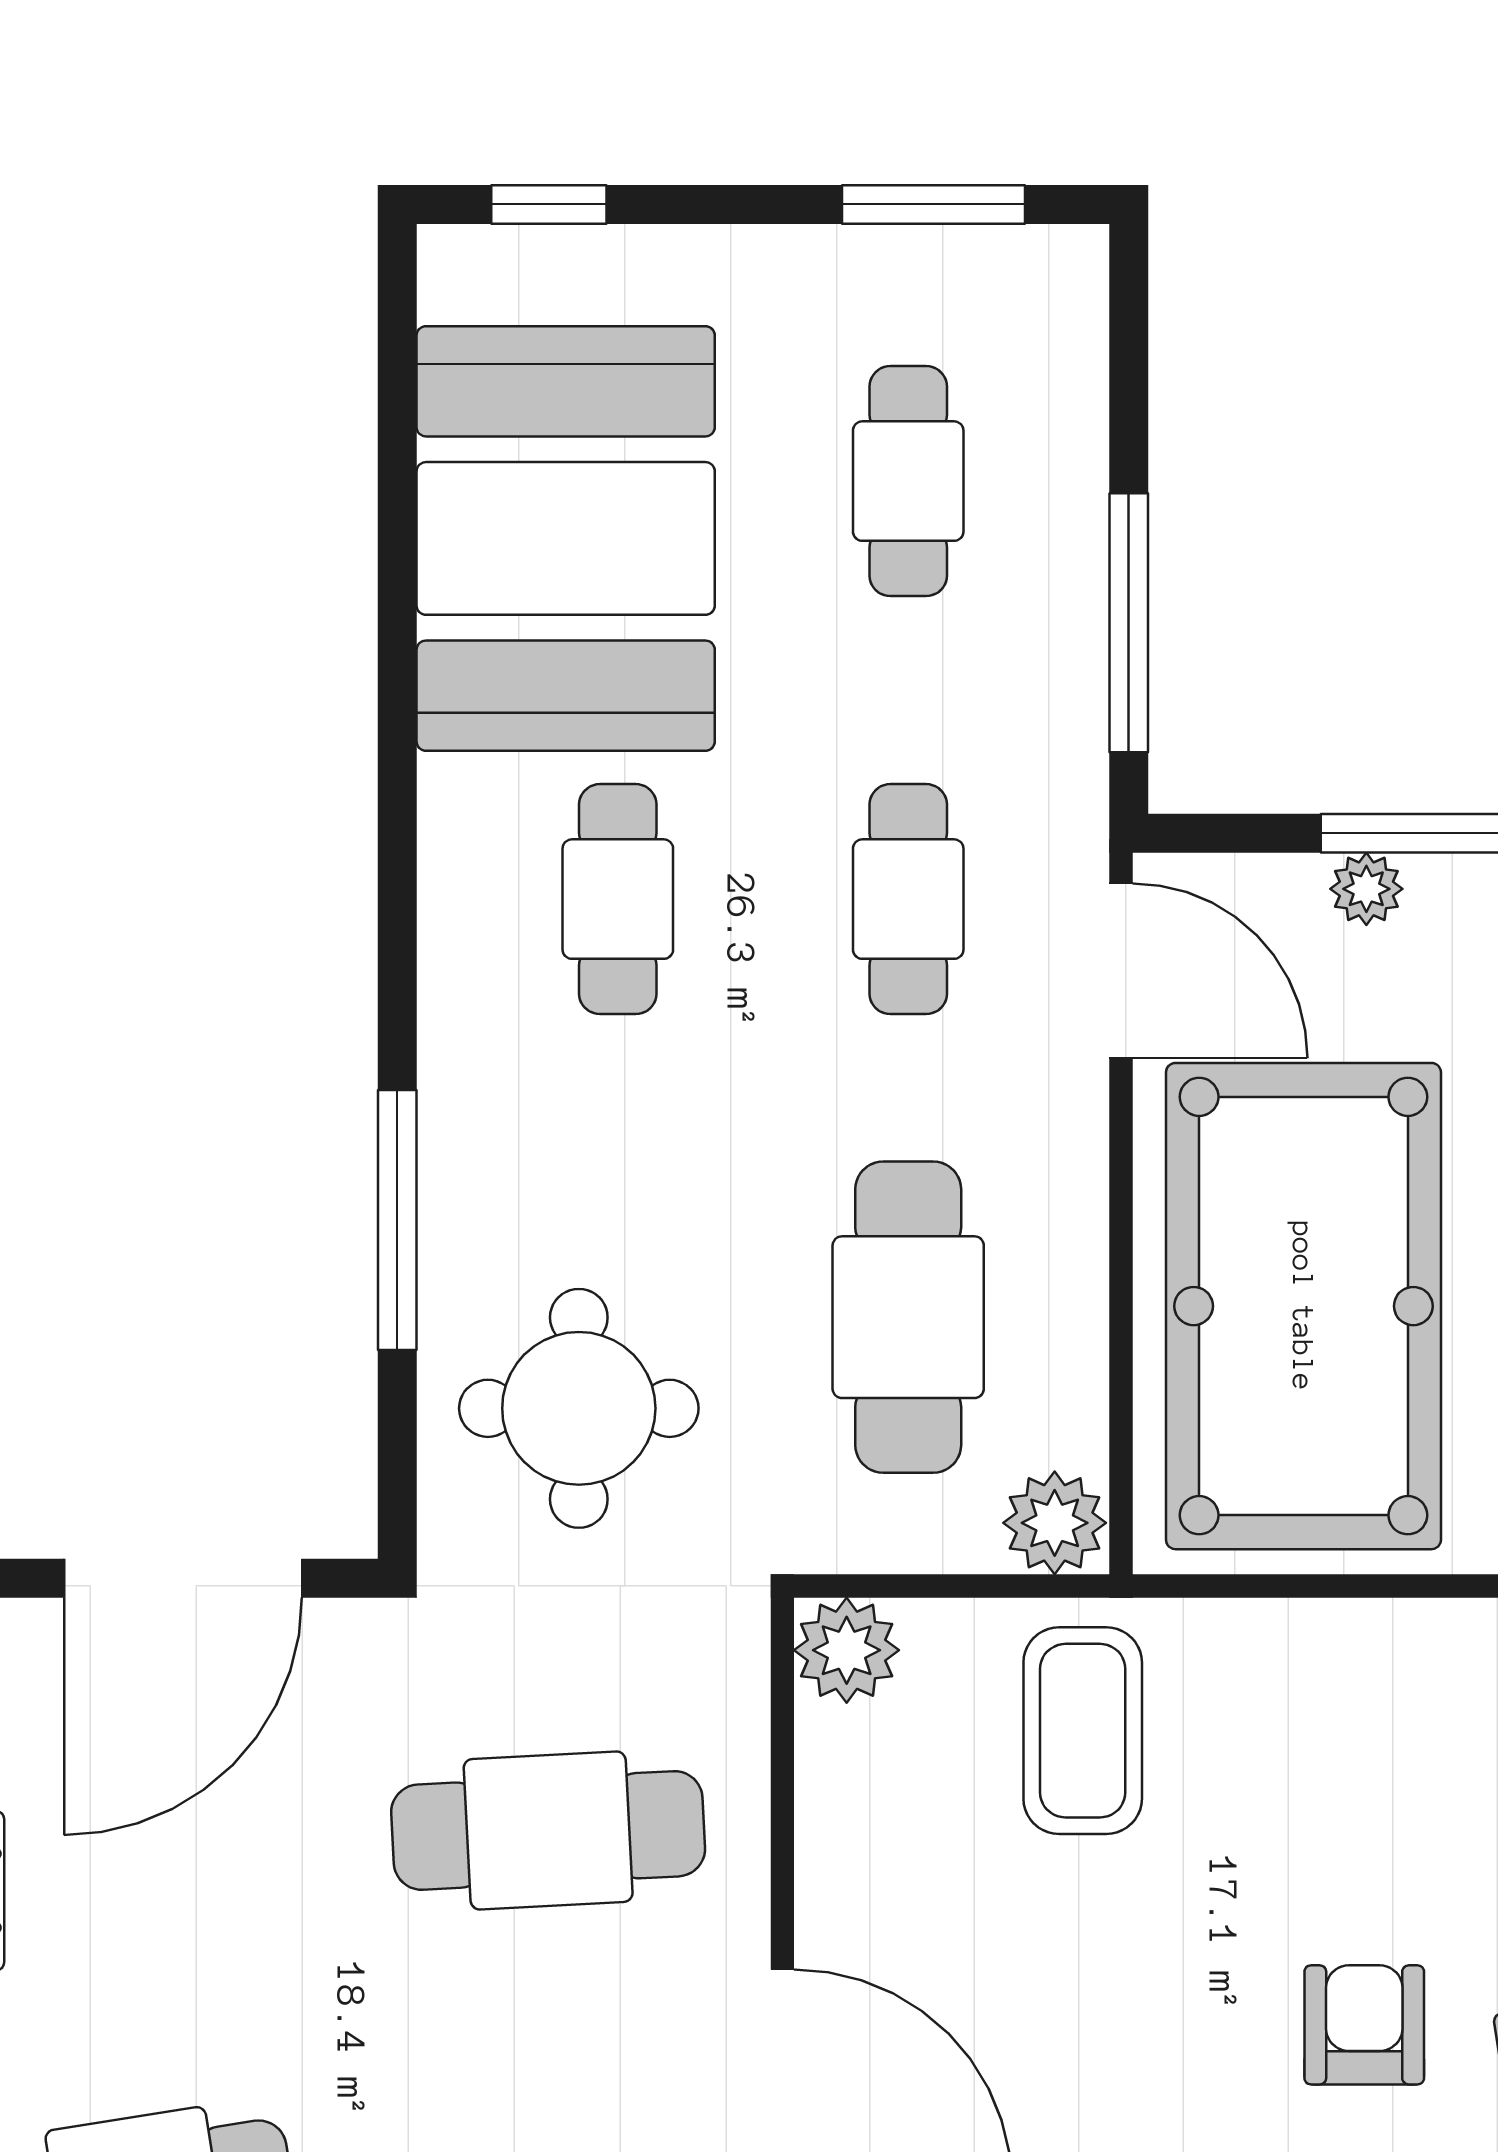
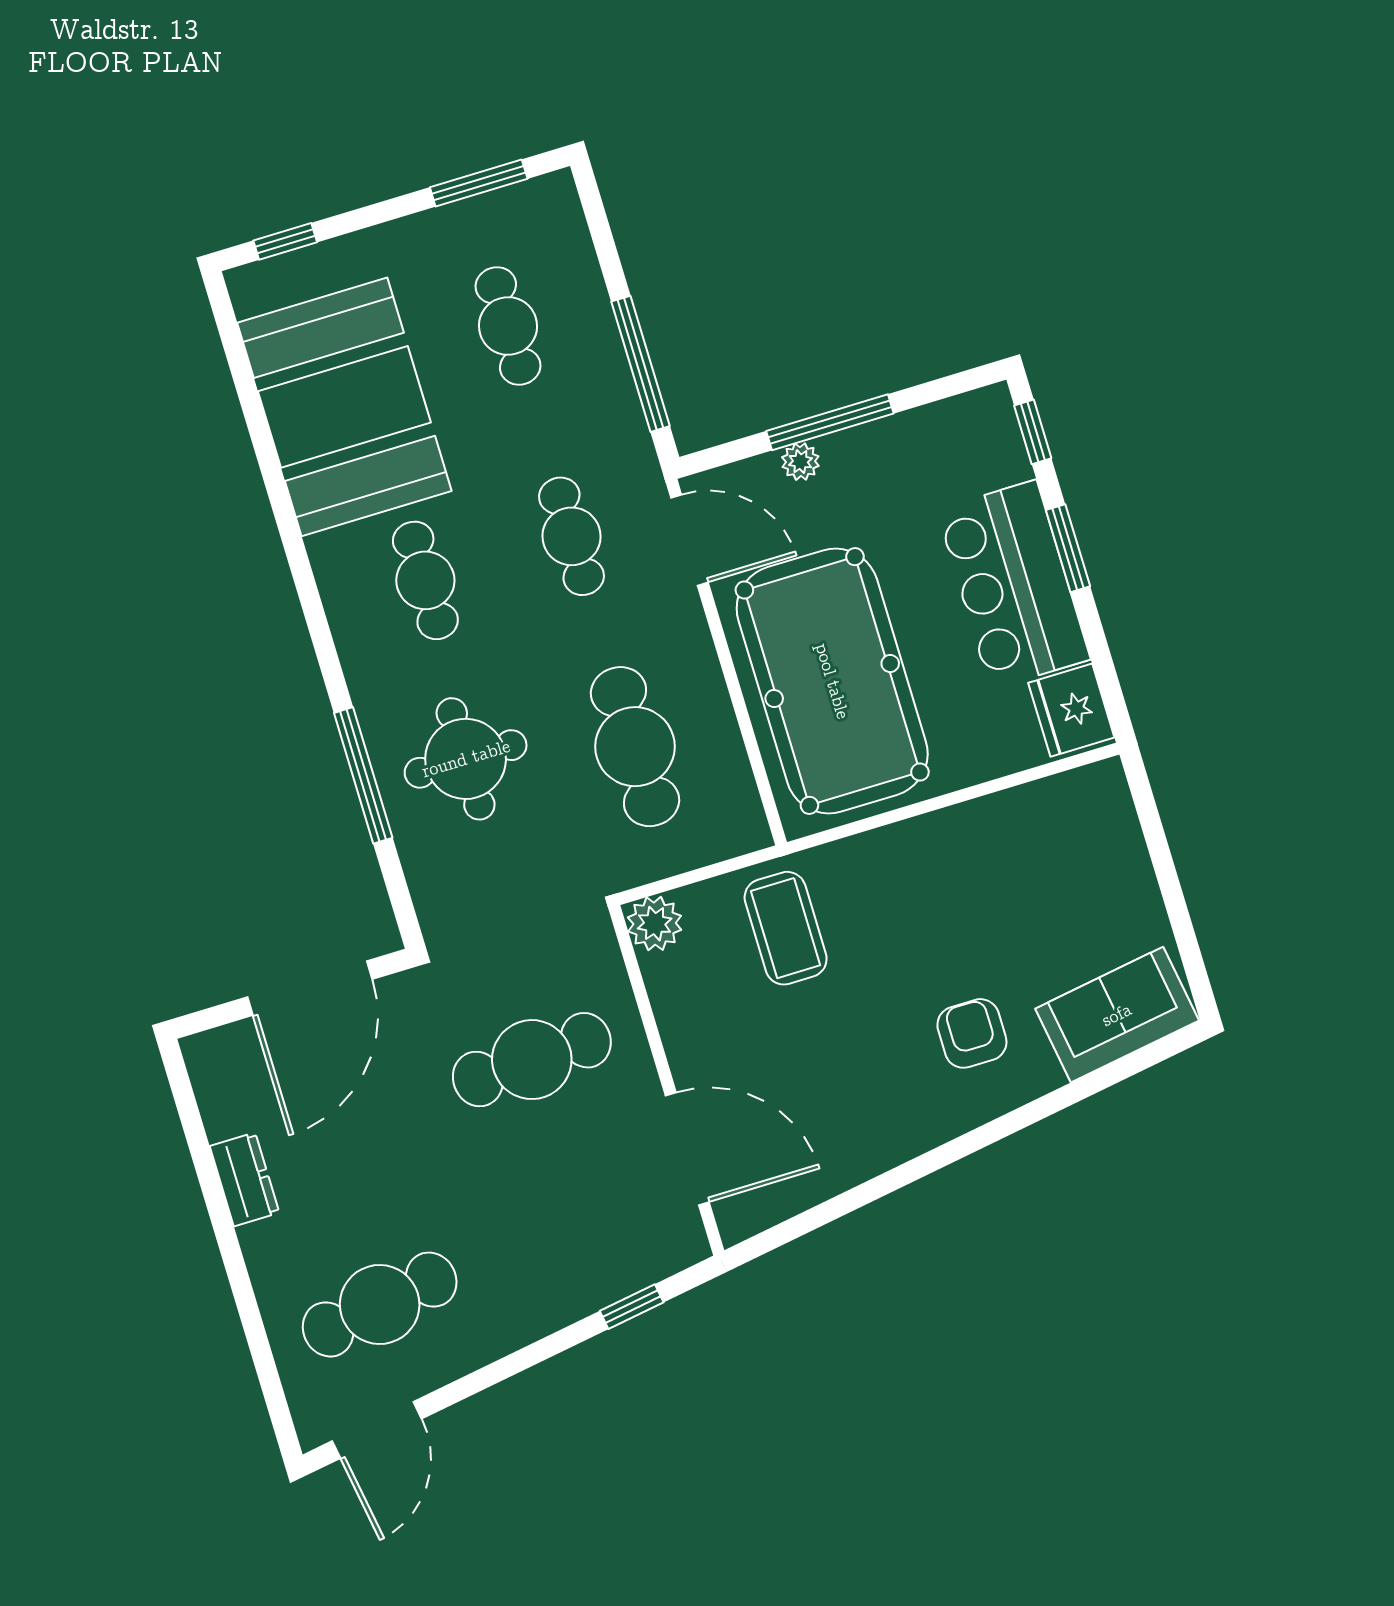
round table: (579, 1408) -> (466, 759), moved
plant: (1055, 1523) -> (740, 828), removed

